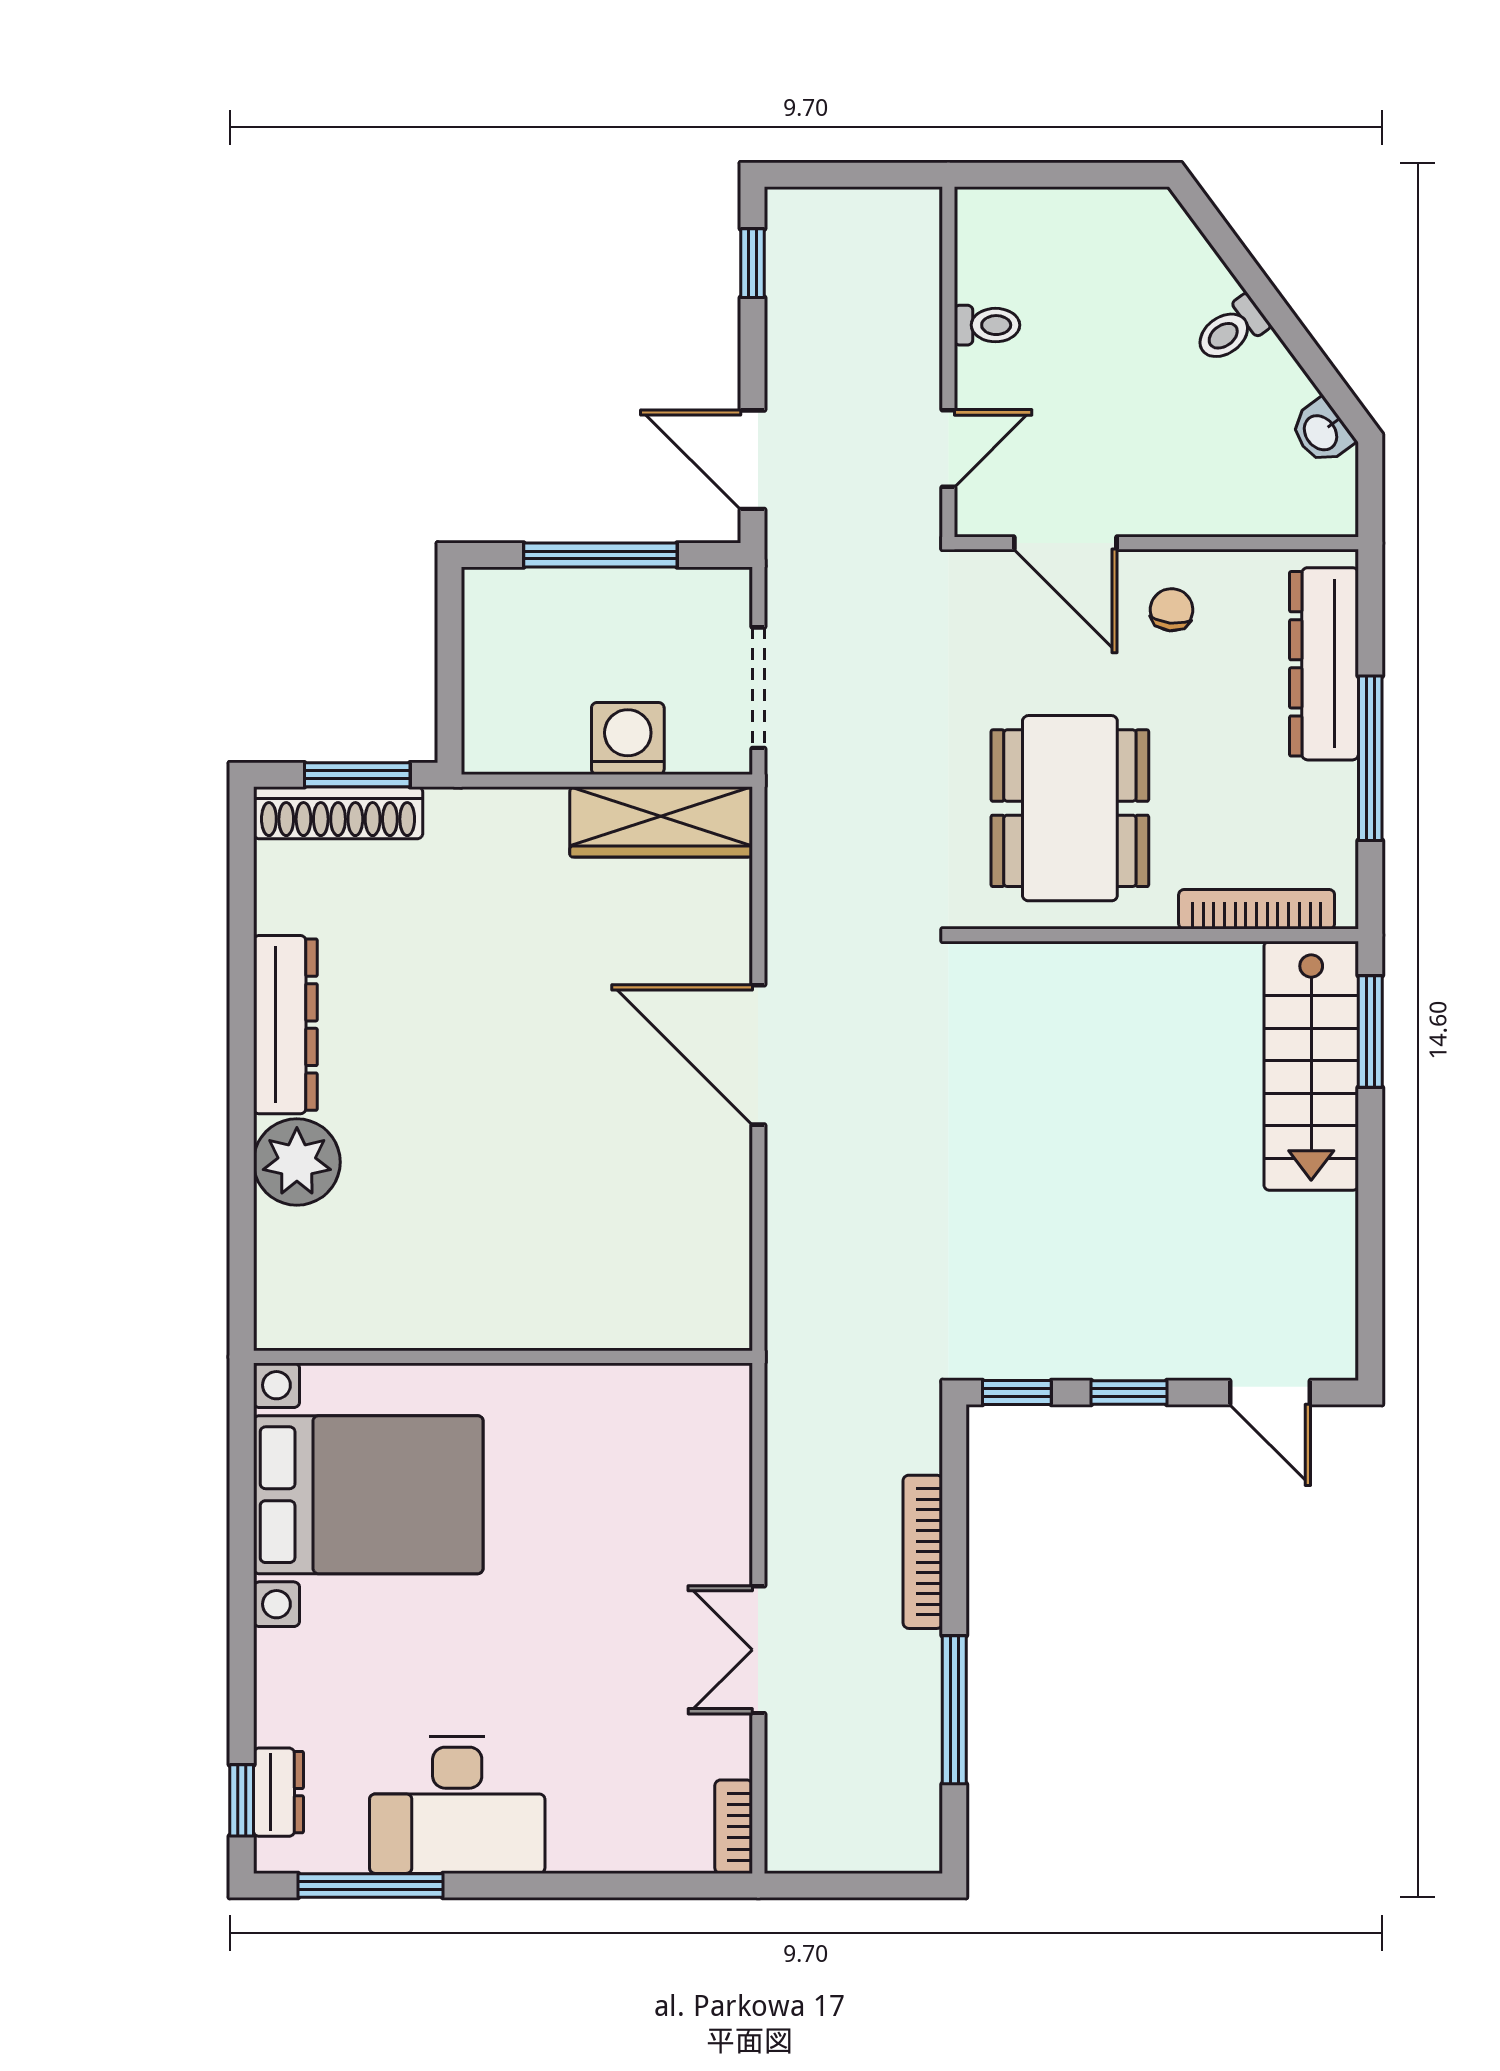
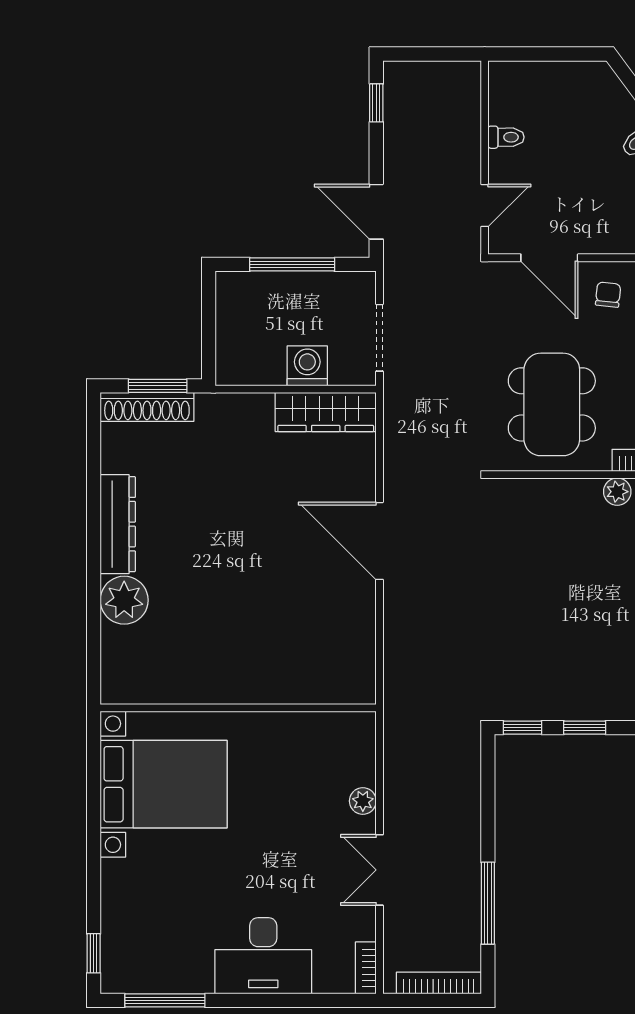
plant: (1188, 966) -> (617, 492), added
plant: (728, 1525) -> (363, 801), added
bookcase: (923, 1552) -> (439, 983), moved, turned 90
dresser: (278, 1792) -> (114, 949), removed
desk: (457, 1805) -> (263, 956), moved

